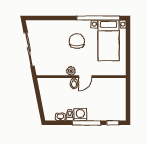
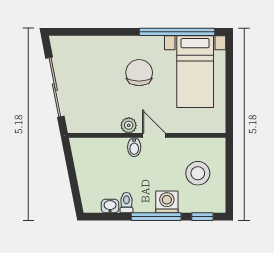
door: (85, 77) -> (154, 135), swing flipped
stool: (110, 98) -> (198, 173), added
washing machine: (80, 114) -> (167, 202), moved

